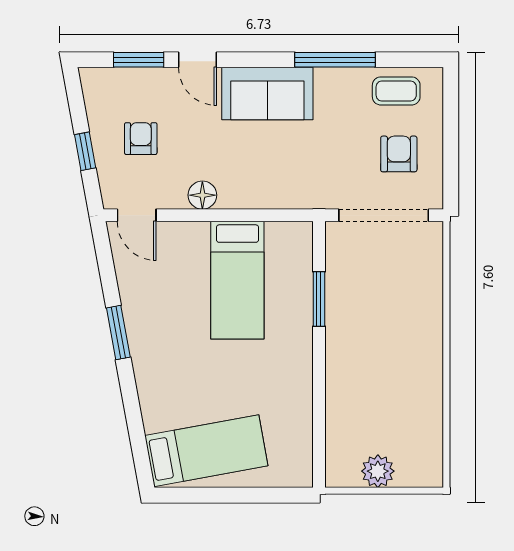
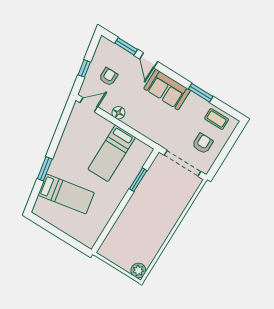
window: (335, 60) -> (201, 93), width x0.69
door: (137, 215) -> (89, 105), swing flipped
window: (118, 333) -> (45, 169), moved
bed: (206, 451) -> (66, 194), moved
plant: (378, 471) -> (138, 271), moved

